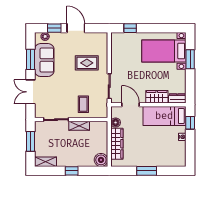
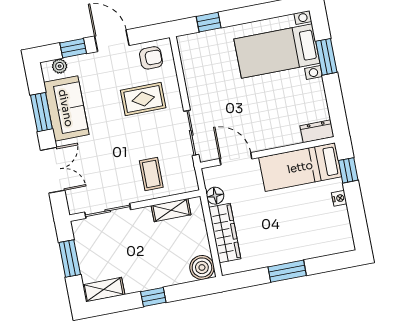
armchair: (95, 42) -> (151, 58), added
double door: (31, 92) -> (53, 170), swing flipped
wardrobe: (157, 97) -> (280, 136), removed
shelving: (79, 126) -> (171, 210), moved

